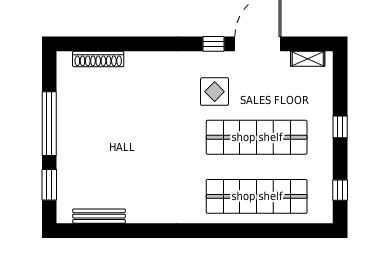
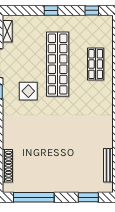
window: (49, 124) -> (34, 197), moved
shop shelf: (257, 196) -> (96, 64), width x0.50, depth x0.74

